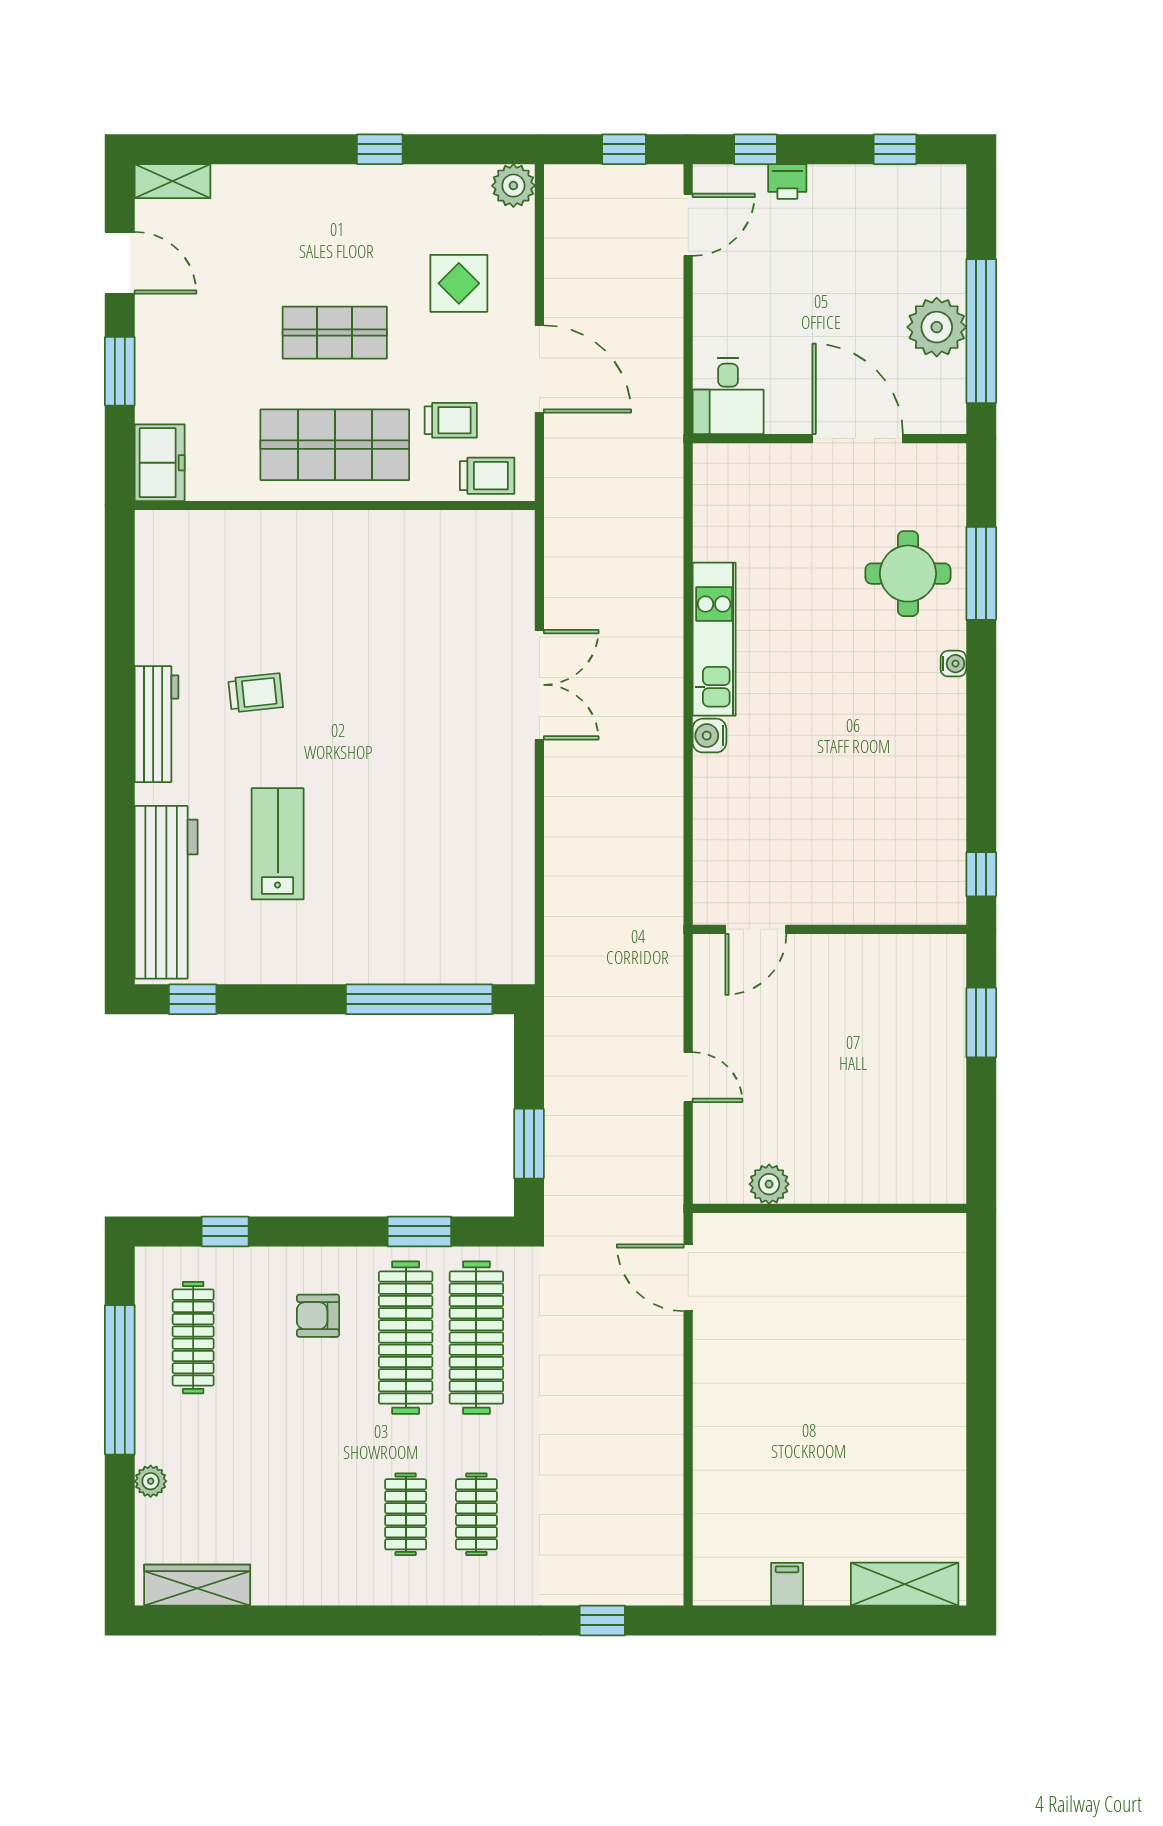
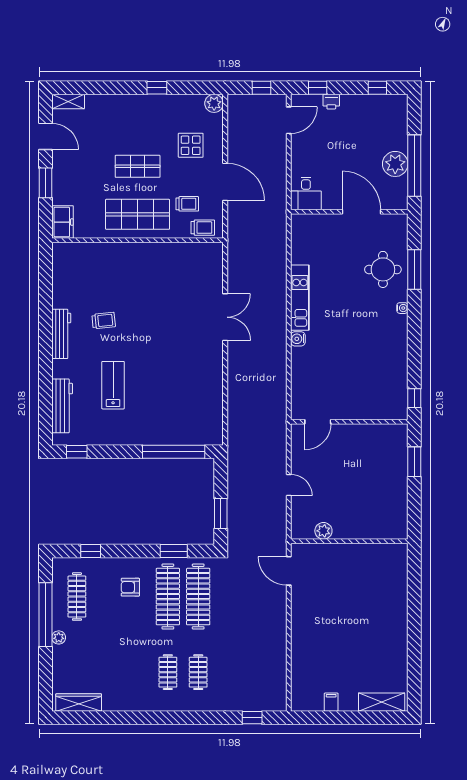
workbench: (166, 892) -> (62, 406), width x0.73, depth x0.76
plant: (151, 1481) -> (59, 637), moved

